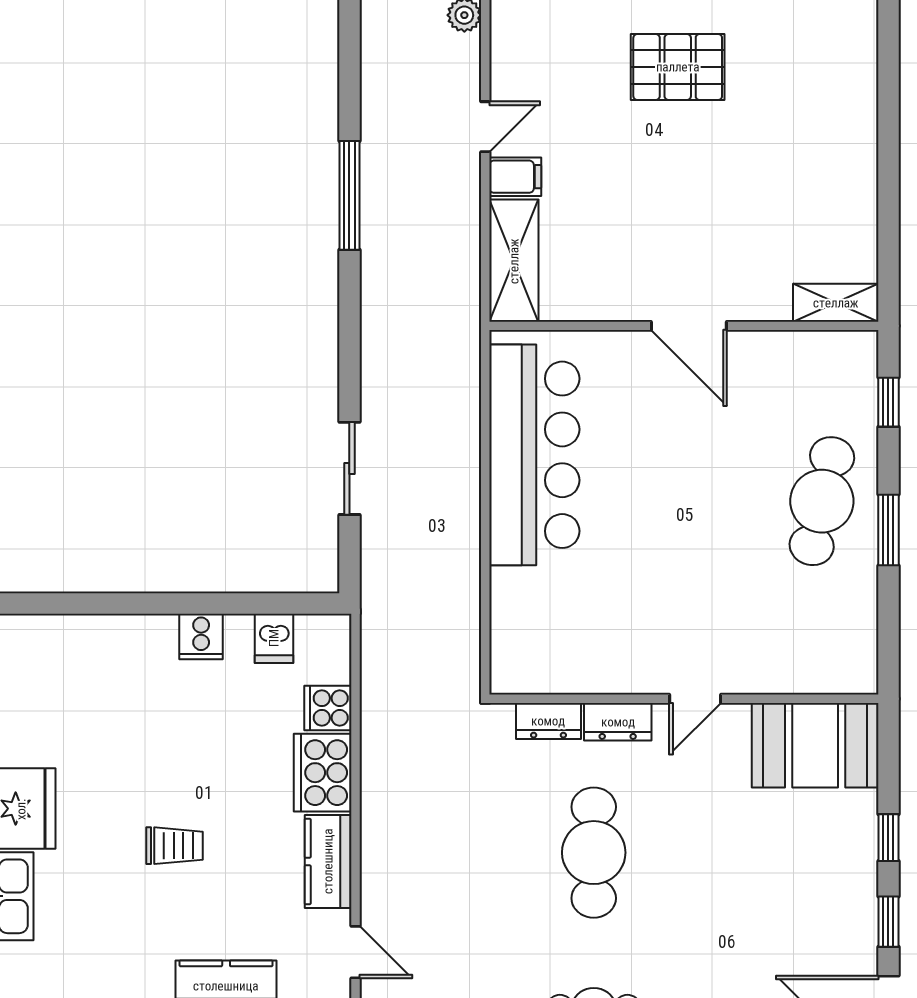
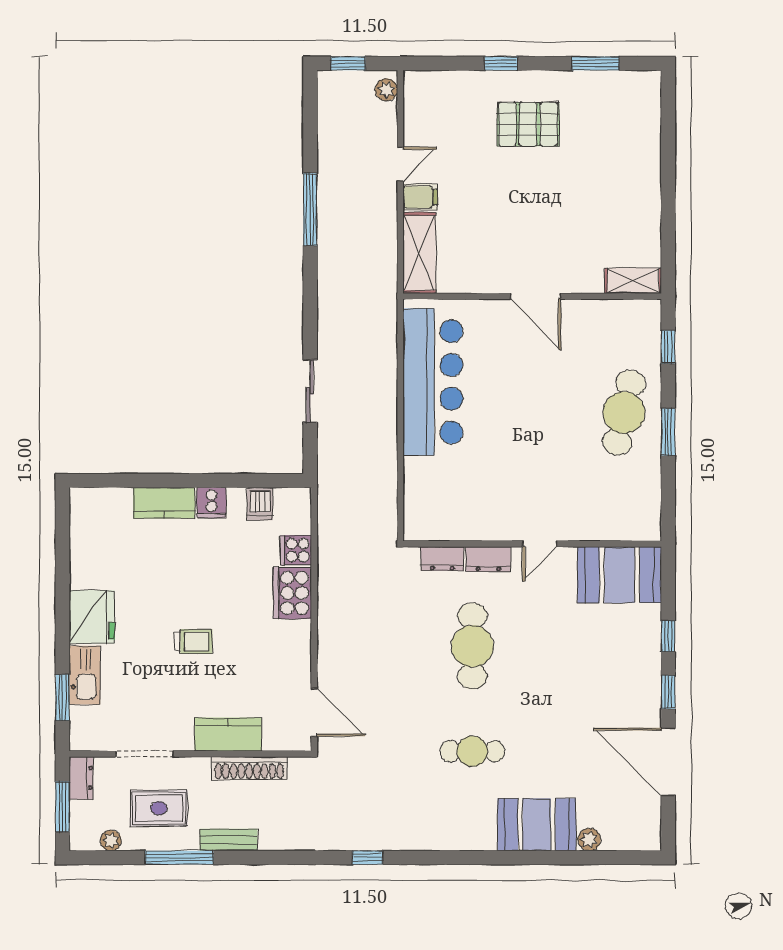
kitchen counter: (328, 861) -> (164, 503), moved, turned -90
door: (356, 952) -> (314, 712), width x1.38

